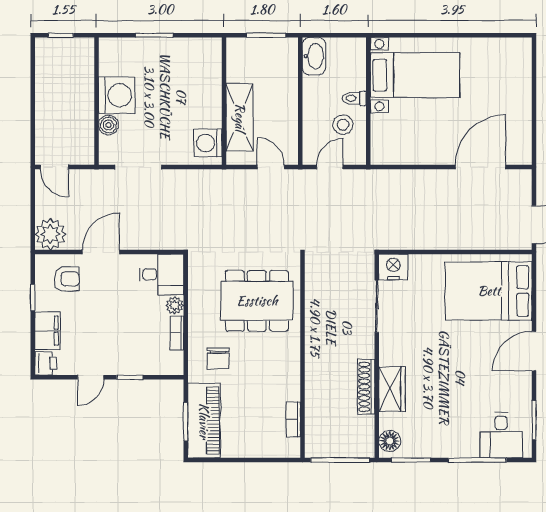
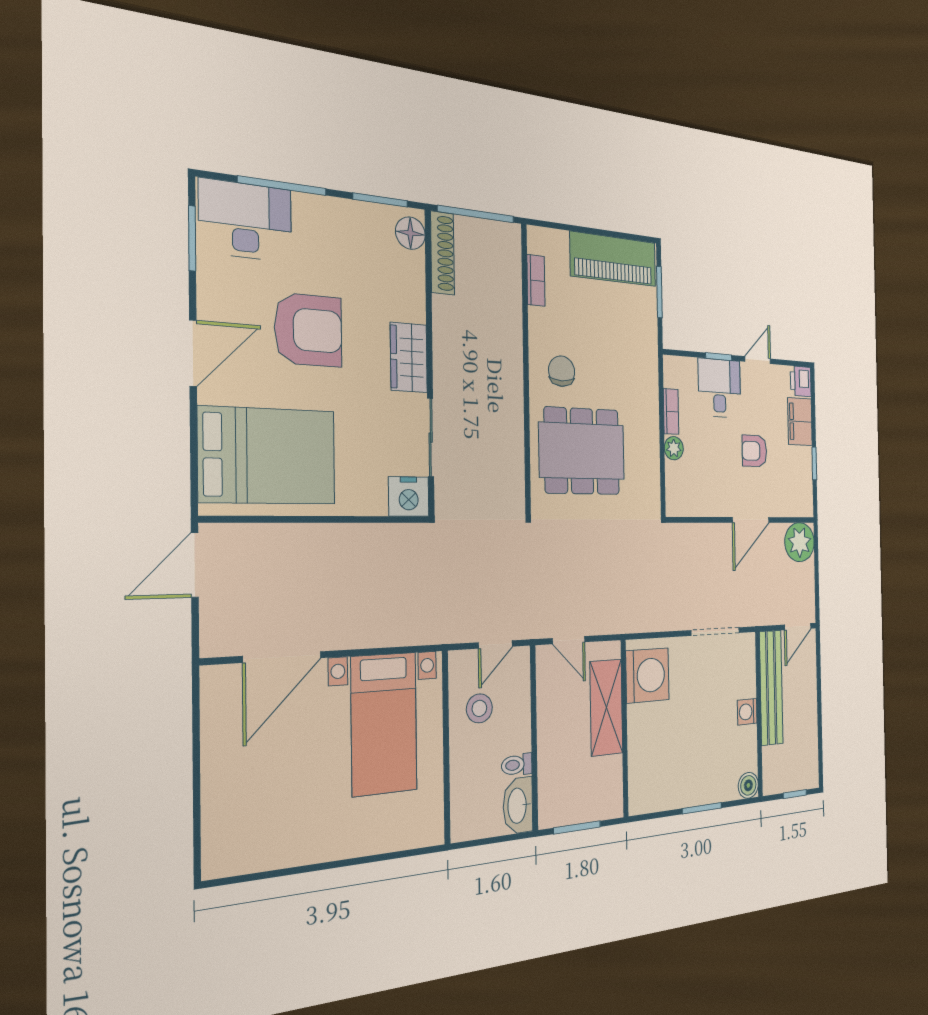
bed with nightstands: (415, 75) -> (384, 724), moved, turned -90
washing machine: (117, 95) -> (747, 712), width x0.53, depth x0.53
toilet: (354, 98) -> (517, 765), moved, turned 180
bench: (83, 121) -> (771, 688), added
boiler: (108, 125) -> (748, 785), moved
washing machine: (208, 143) -> (647, 675), width x1.37, depth x1.37
door: (54, 167) -> (798, 627), swing flipped
desk: (161, 274) -> (719, 388), moved, turned 90
armchair: (67, 279) -> (754, 451), moved
chair: (218, 359) -> (562, 371), moved
armchair: (461, 371) -> (308, 330), added
shoe rack: (366, 387) -> (442, 253), moved
wardrobe: (392, 389) -> (409, 358), moved
piano: (204, 421) -> (613, 259), moved, turned -90
desk: (501, 435) -> (245, 220), width x1.37

